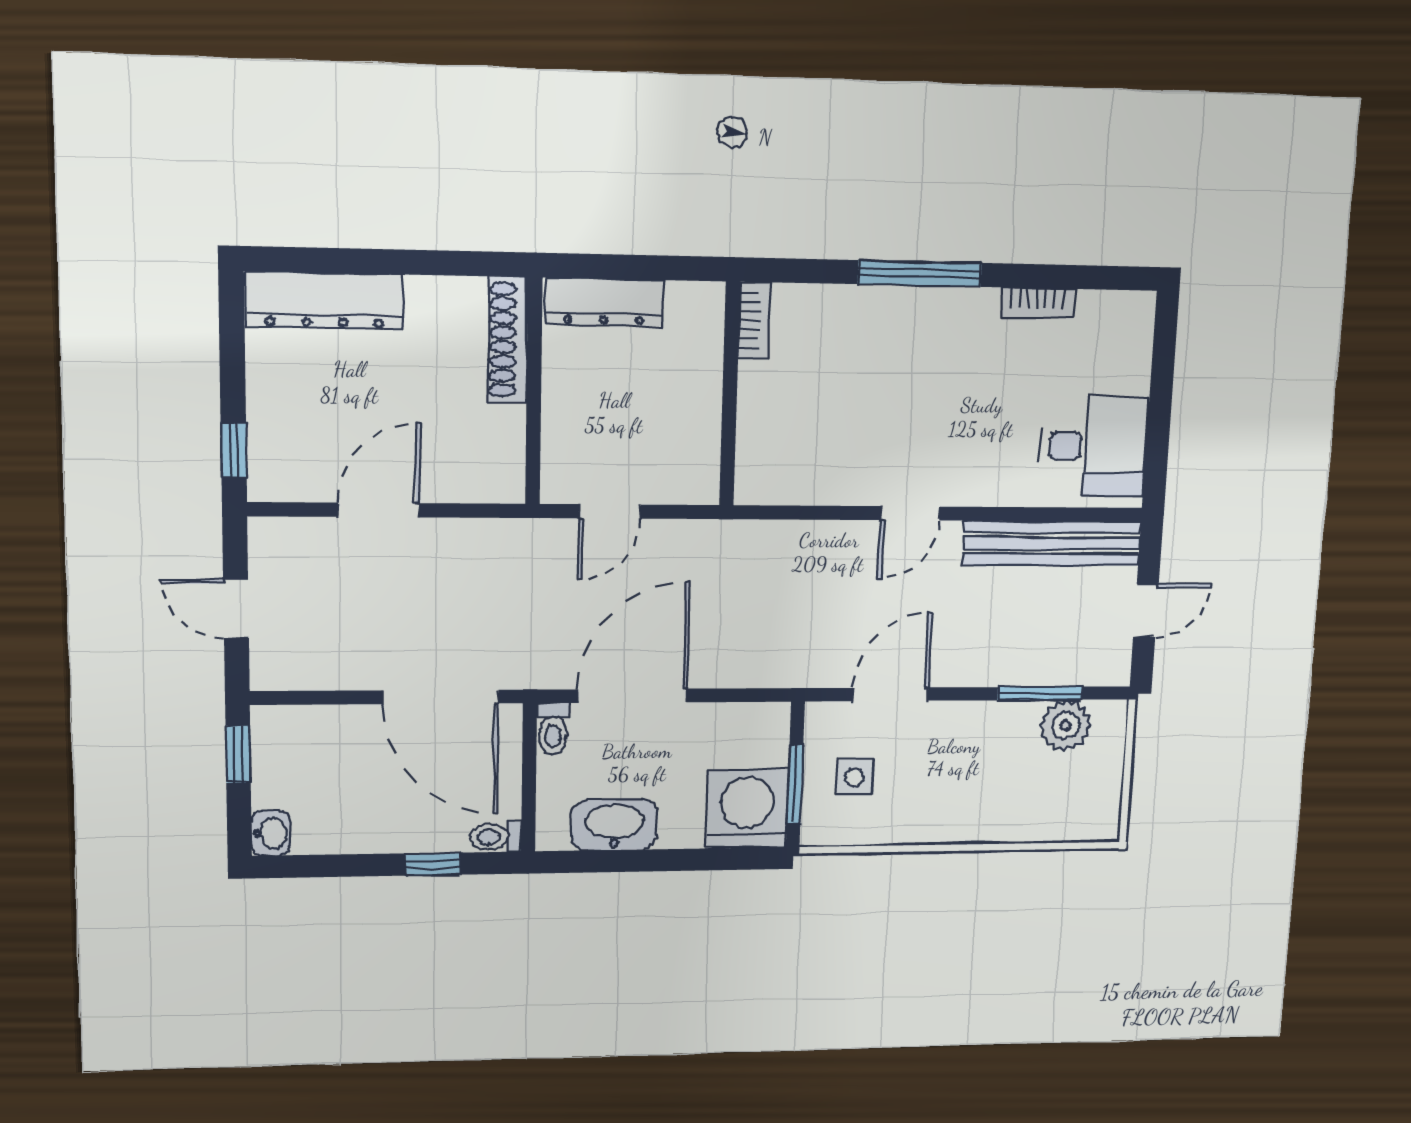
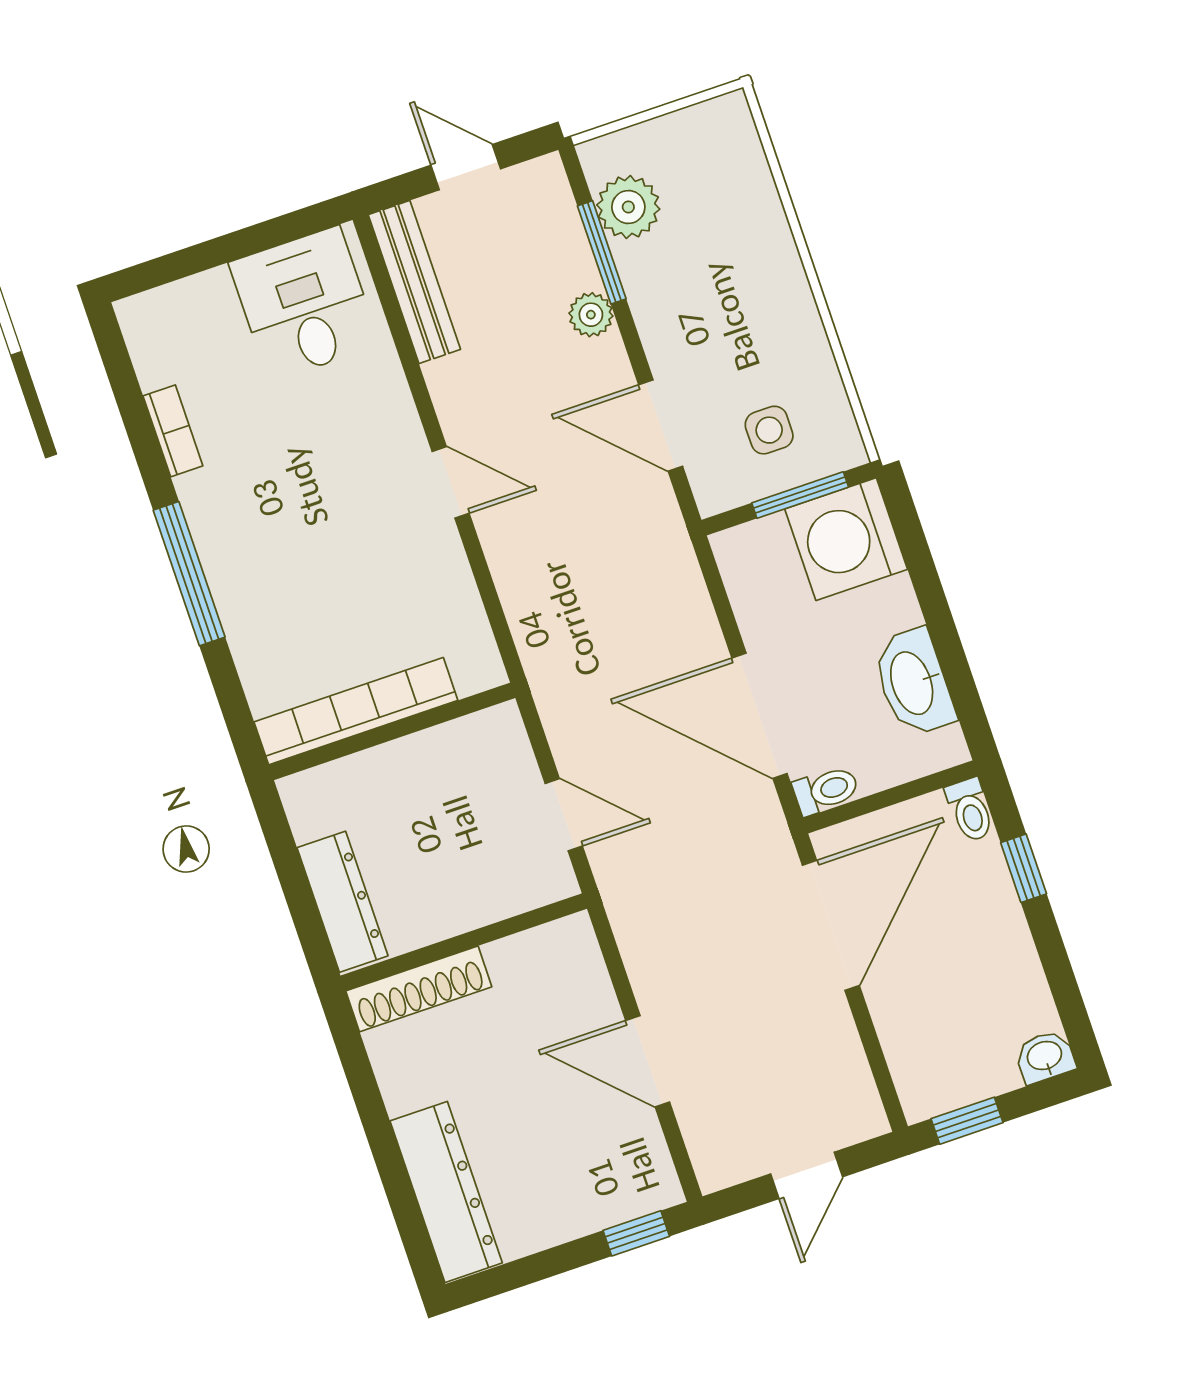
bookcase: (754, 321) -> (356, 711), width x2.31, depth x1.31
bench: (1052, 543) -> (414, 282), width x0.73, depth x0.82
plant: (996, 669) -> (591, 315), added

